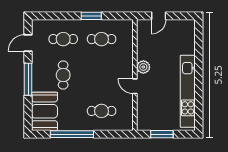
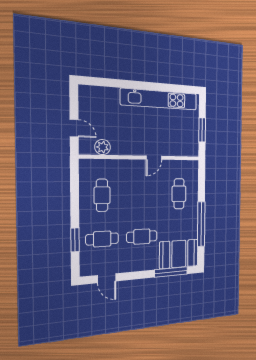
window: (91, 16) -> (75, 240), moved
cafe table: (63, 39) -> (102, 239), turned 90
plant: (143, 67) -> (103, 147), moved
window: (28, 79) -> (171, 272), moved

